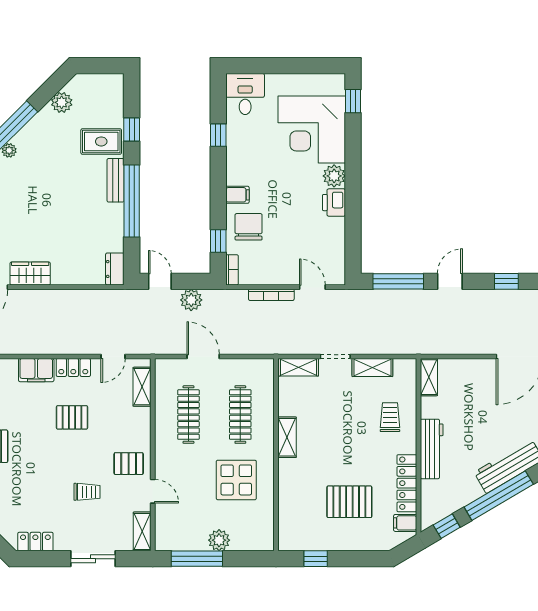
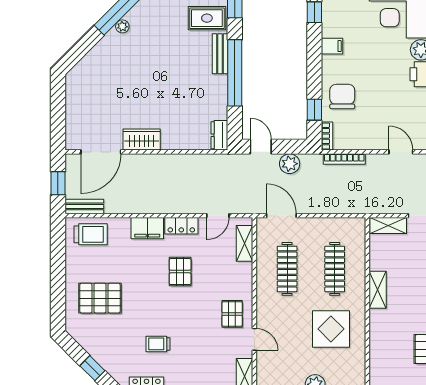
filing cabinet: (238, 195) -> (332, 46), moved
bookcase: (271, 295) -> (344, 159), moved
door: (203, 356) -> (281, 216), moved
pallet: (72, 417) -> (180, 272), turned 90
pallet: (129, 464) -> (232, 314), turned 90
trolley: (87, 492) -> (158, 344), moved, turned 180

